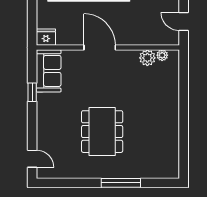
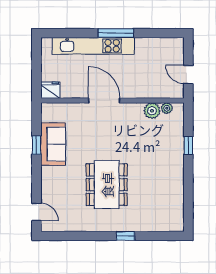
sofa: (49, 71) -> (53, 144), moved
window: (184, 93) -> (188, 146), added
window: (121, 183) -> (125, 236), width x0.46

